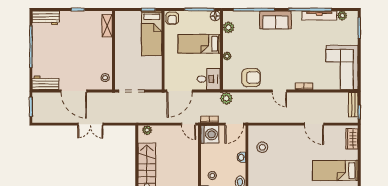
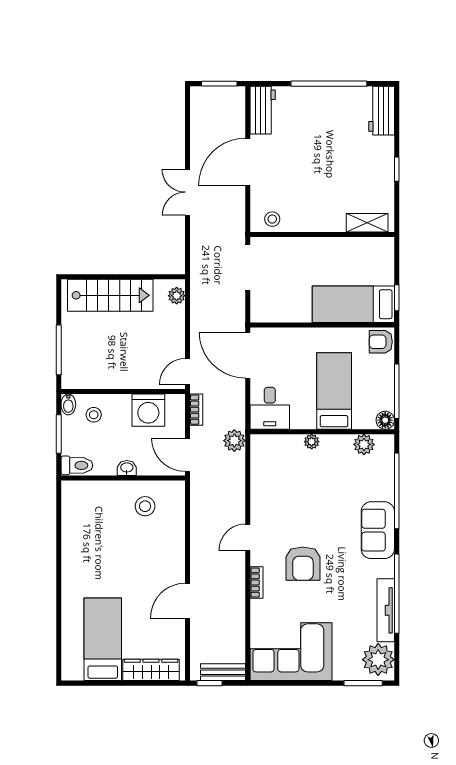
plant: (342, 16) -> (378, 660), width x1.88, depth x1.88
armchair: (251, 78) -> (303, 564), moved
washing machine: (210, 134) -> (148, 410), moved
wardrobe: (352, 139) -> (151, 670), width x1.50

